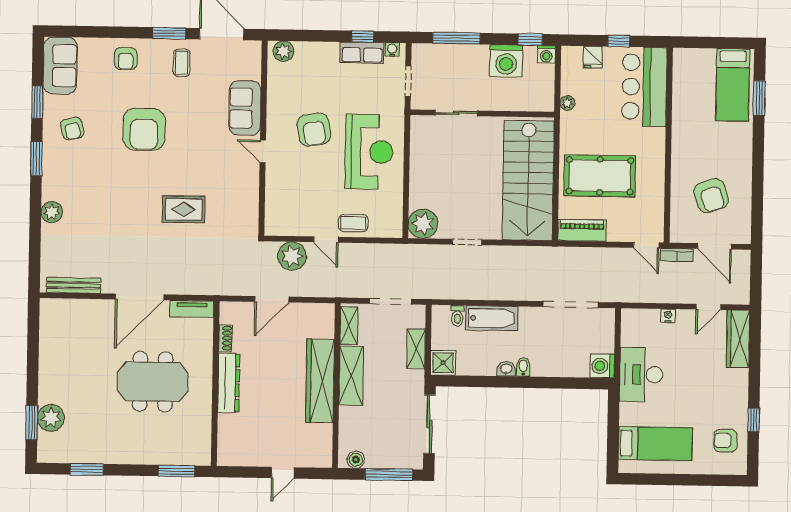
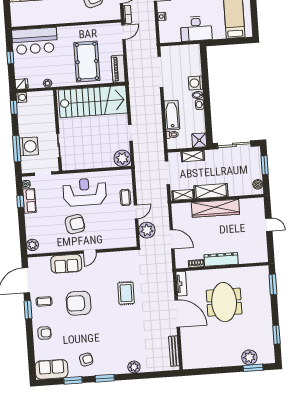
fridge: (593, 57) -> (22, 84), moved
washing machine: (506, 61) -> (29, 146), moved
armchair: (144, 129) -> (79, 303), moved, turned 180
washing machine: (602, 366) -> (195, 83), moved, turned 90
window: (389, 475) -> (265, 165), width x0.69

